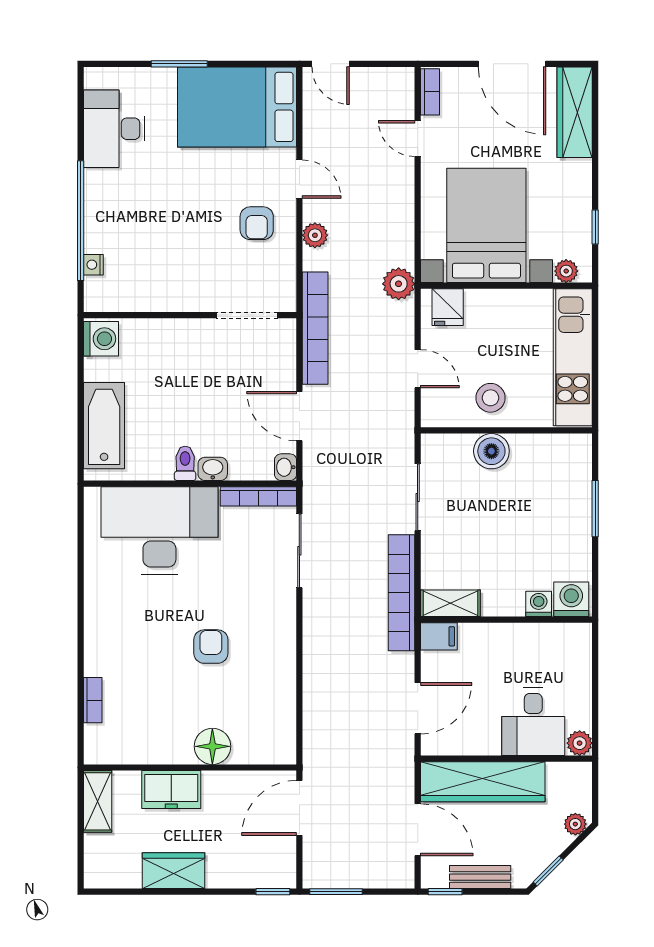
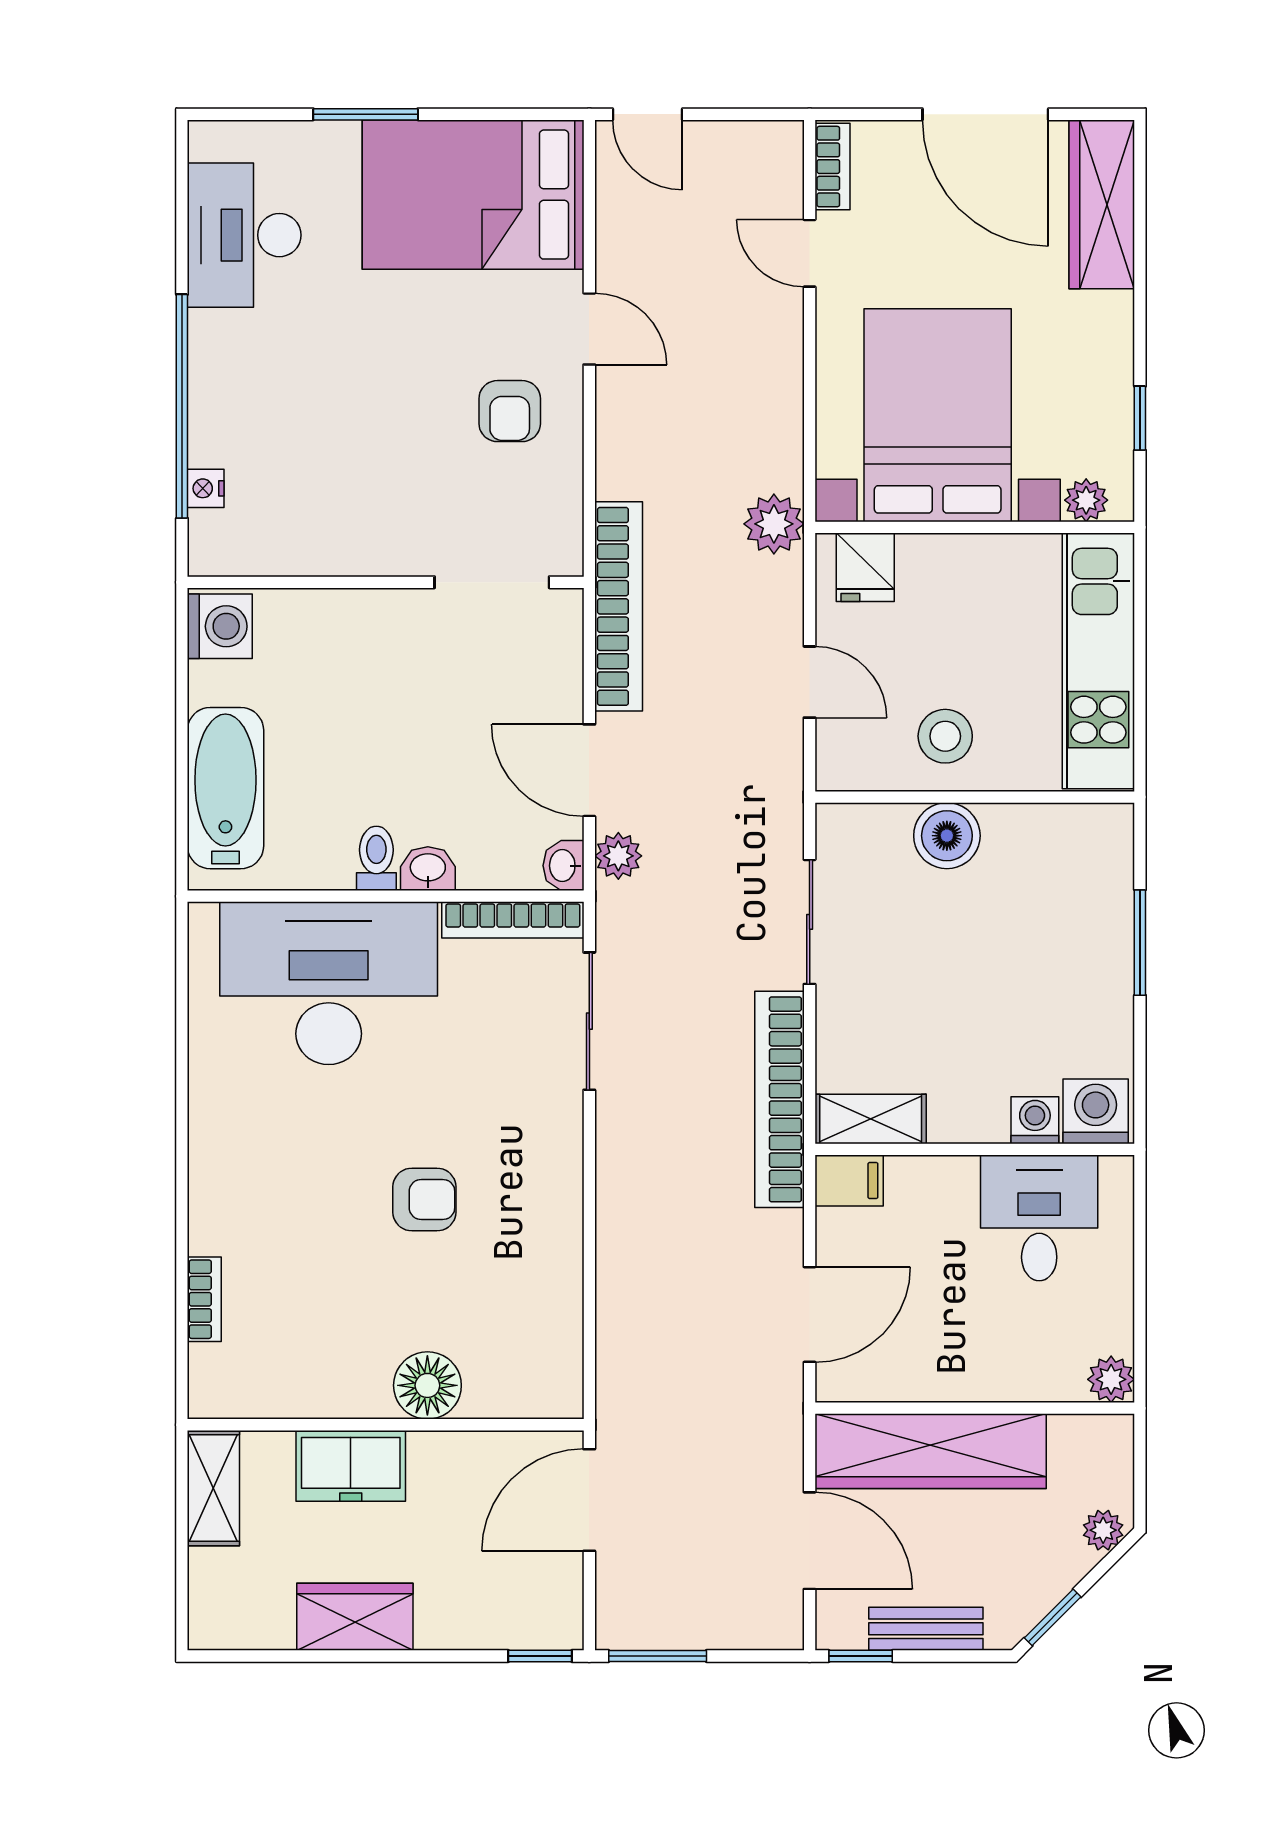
plant: (315, 235) -> (618, 856), moved
armchair: (211, 647) -> (424, 1200), turned 90
desk: (533, 722) -> (1039, 1218), moved, turned 180

